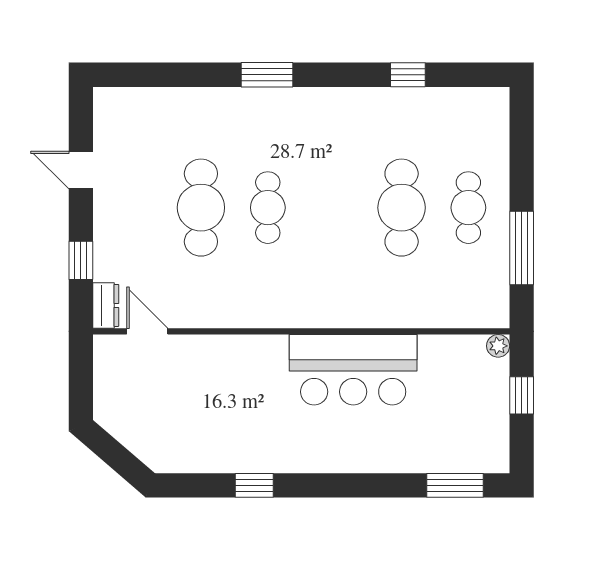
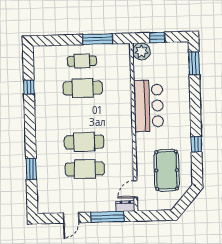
window: (267, 75) -> (31, 169), moved
cafe table: (268, 208) -> (84, 142), width x1.37, depth x1.35
window: (81, 260) -> (107, 217), width x2.17
plant: (498, 346) -> (141, 51), width x1.88, depth x1.88
pool table: (192, 410) -> (167, 170), added

